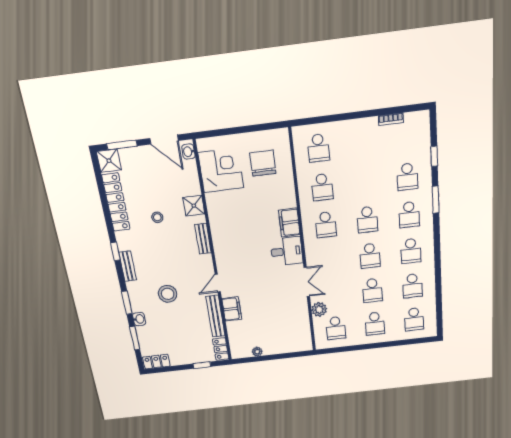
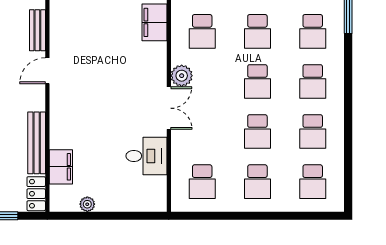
desk: (287, 251) -> (146, 156), moved
door: (218, 283) -> (47, 71), moved
filing cabinet: (232, 309) -> (61, 167), moved
plant: (319, 309) -> (182, 76), moved

